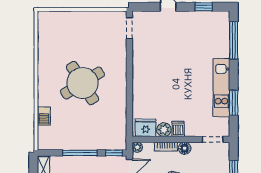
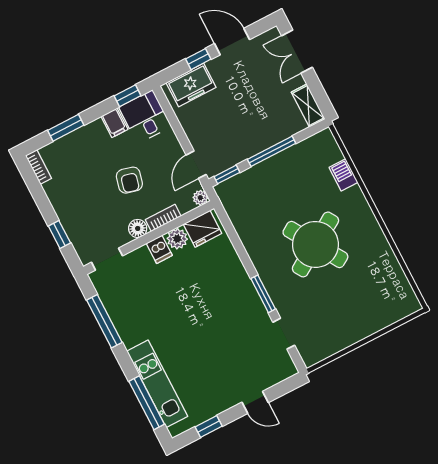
doorway: (129, 28) -> (284, 334), moved
window: (129, 70) -> (263, 294), added
kitchen unit: (221, 88) -> (157, 384), moved
window: (234, 103) -> (104, 321), width x1.44

